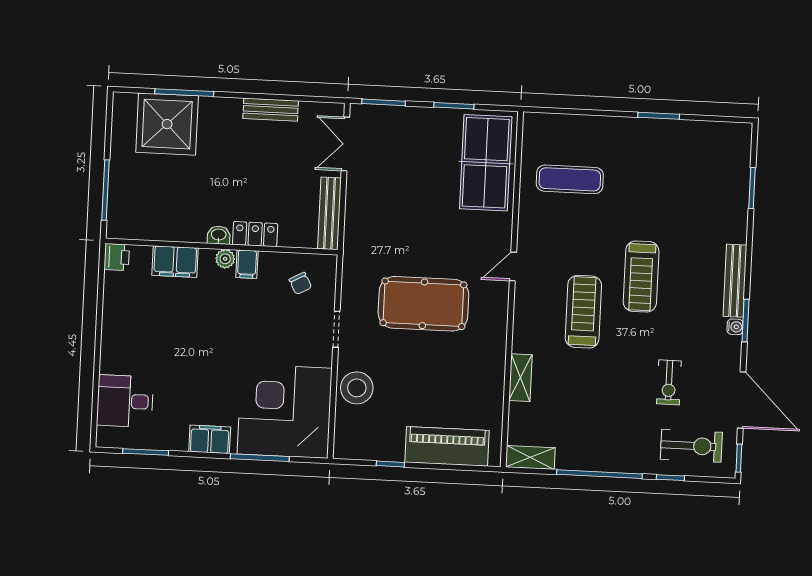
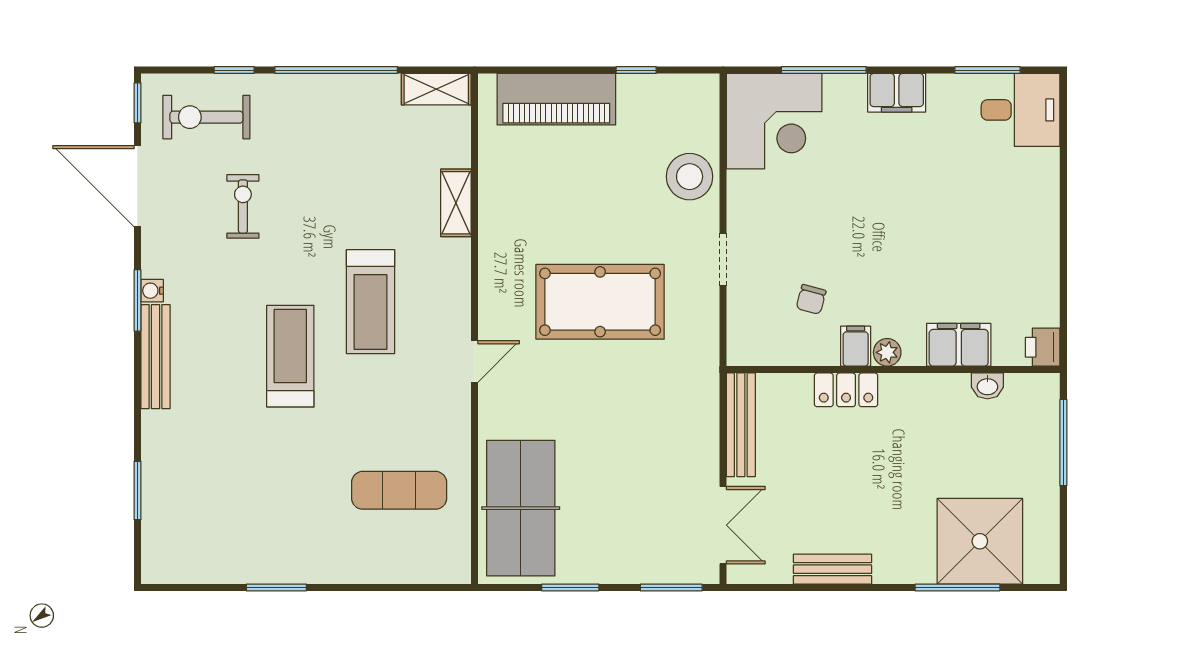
washbasin: (219, 235) -> (987, 386), moved
chair: (300, 283) -> (811, 299), moved, turned -137
desk: (125, 401) -> (1021, 110), moved
corner desk: (285, 411) -> (774, 121), width x0.74, depth x0.74

